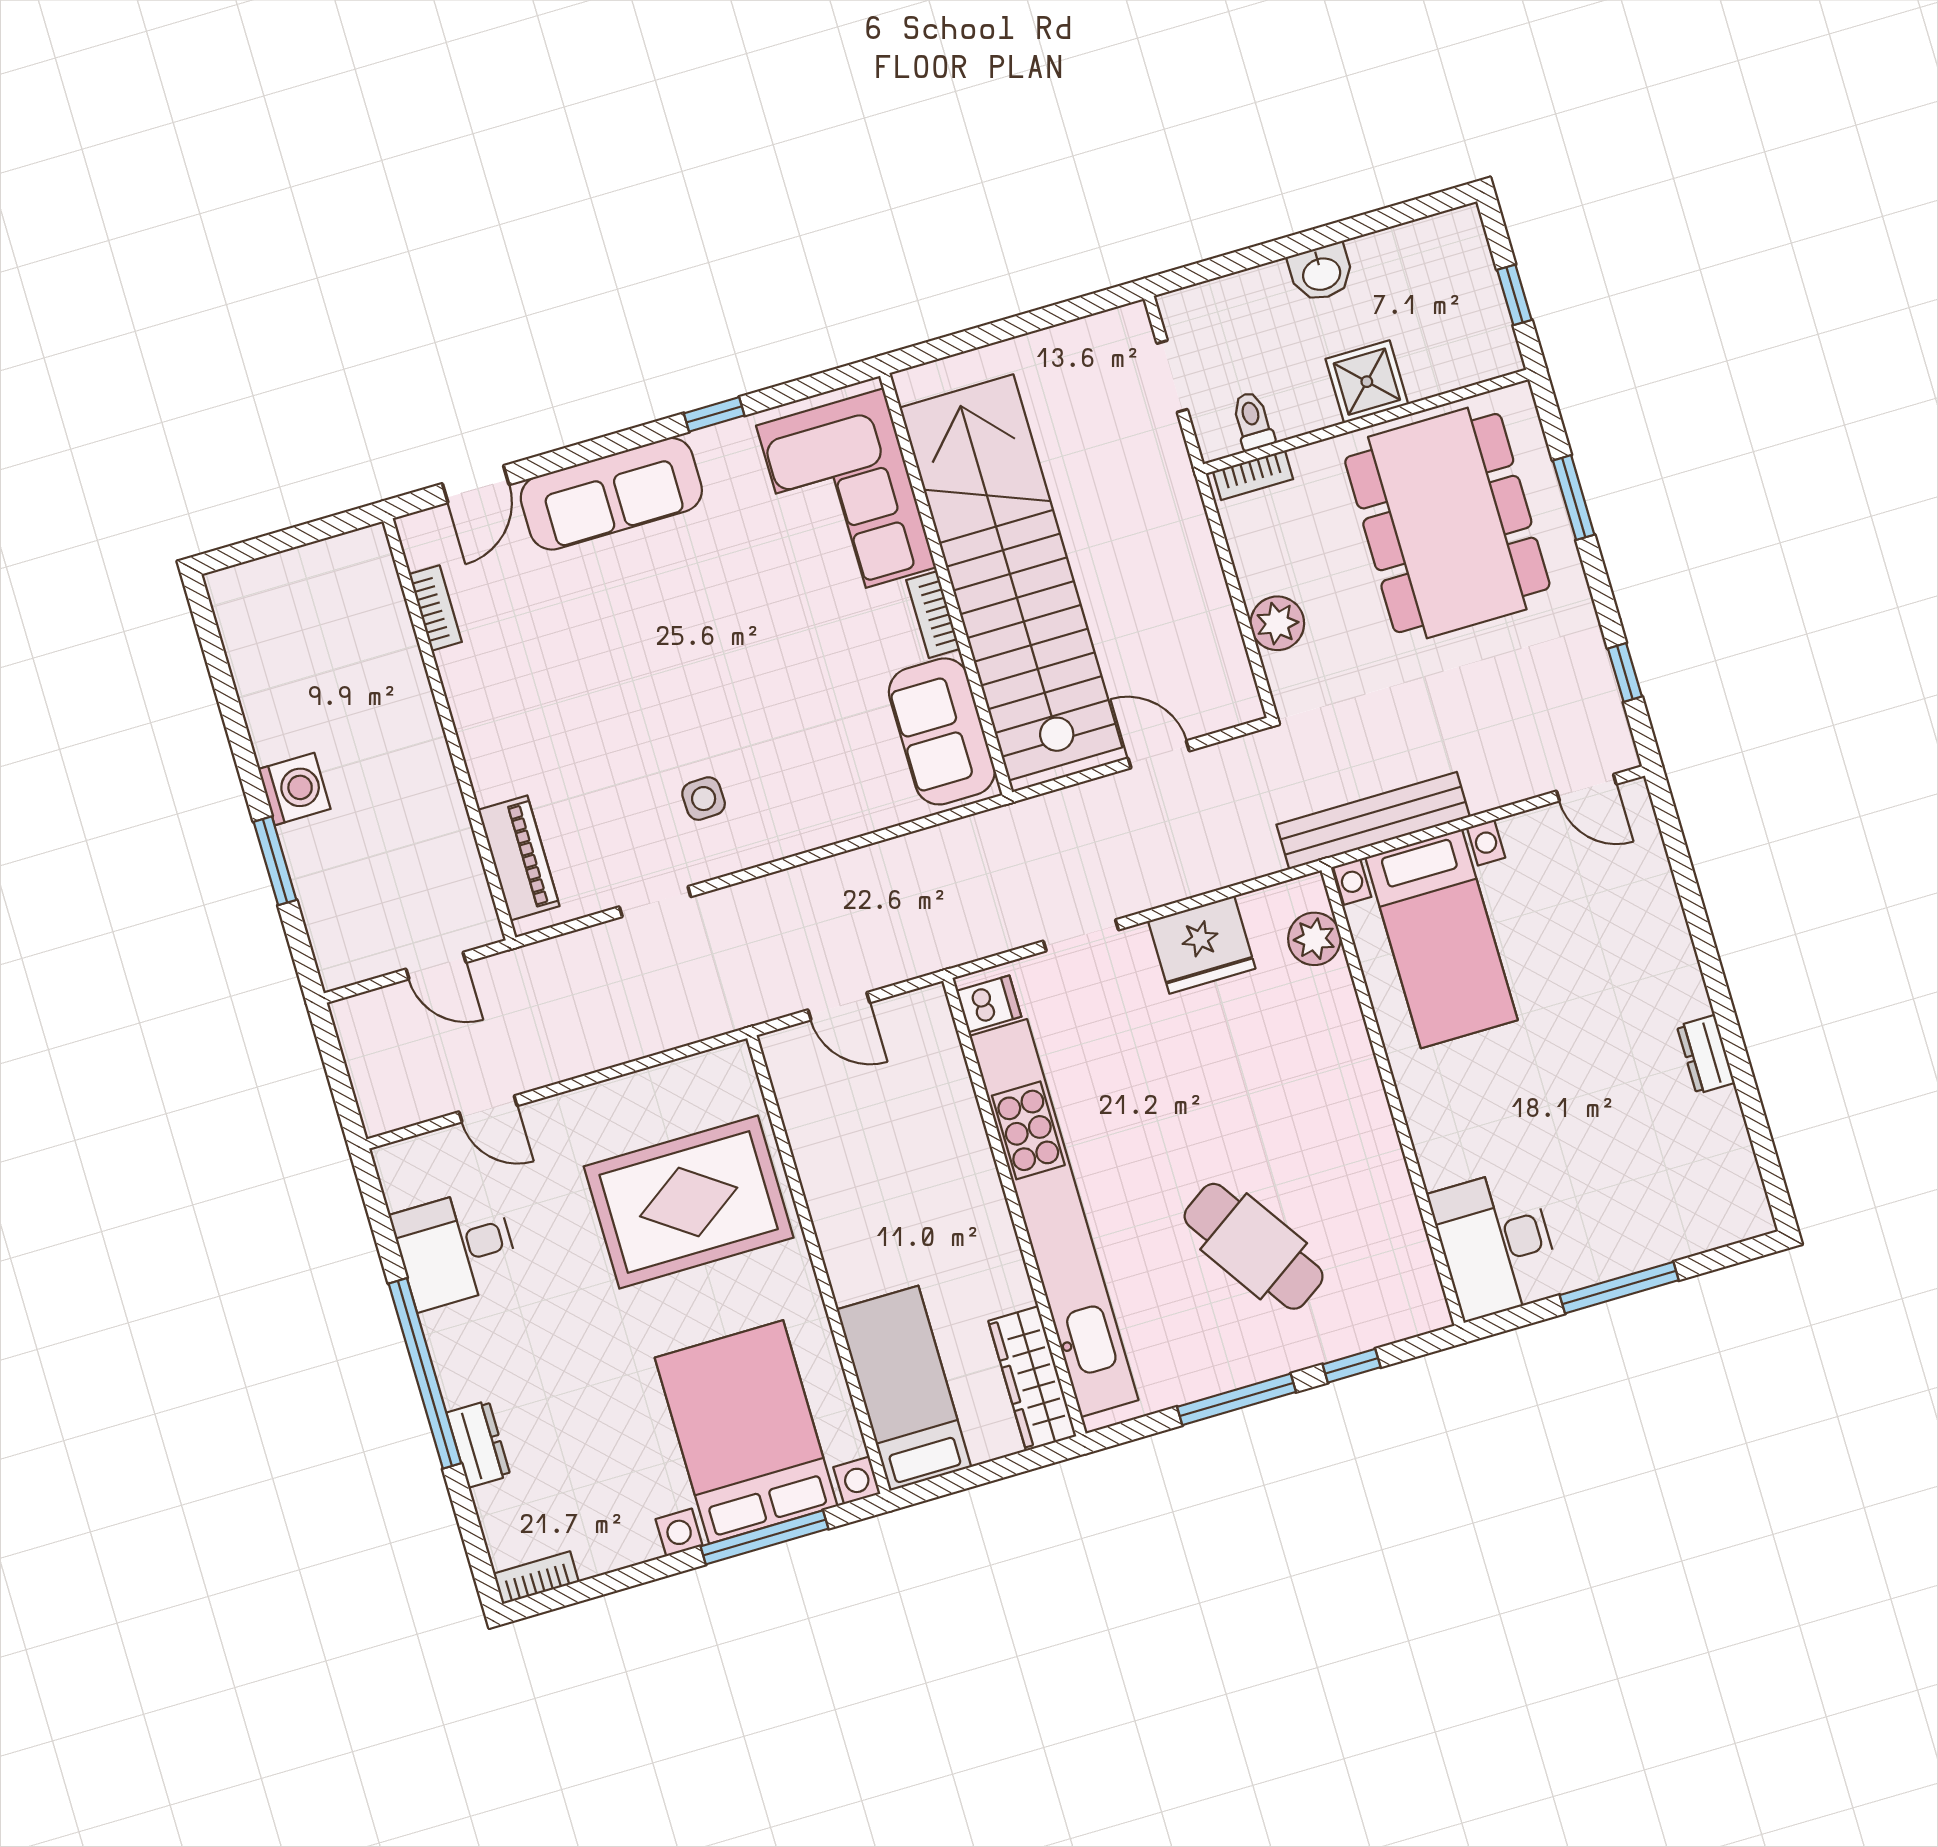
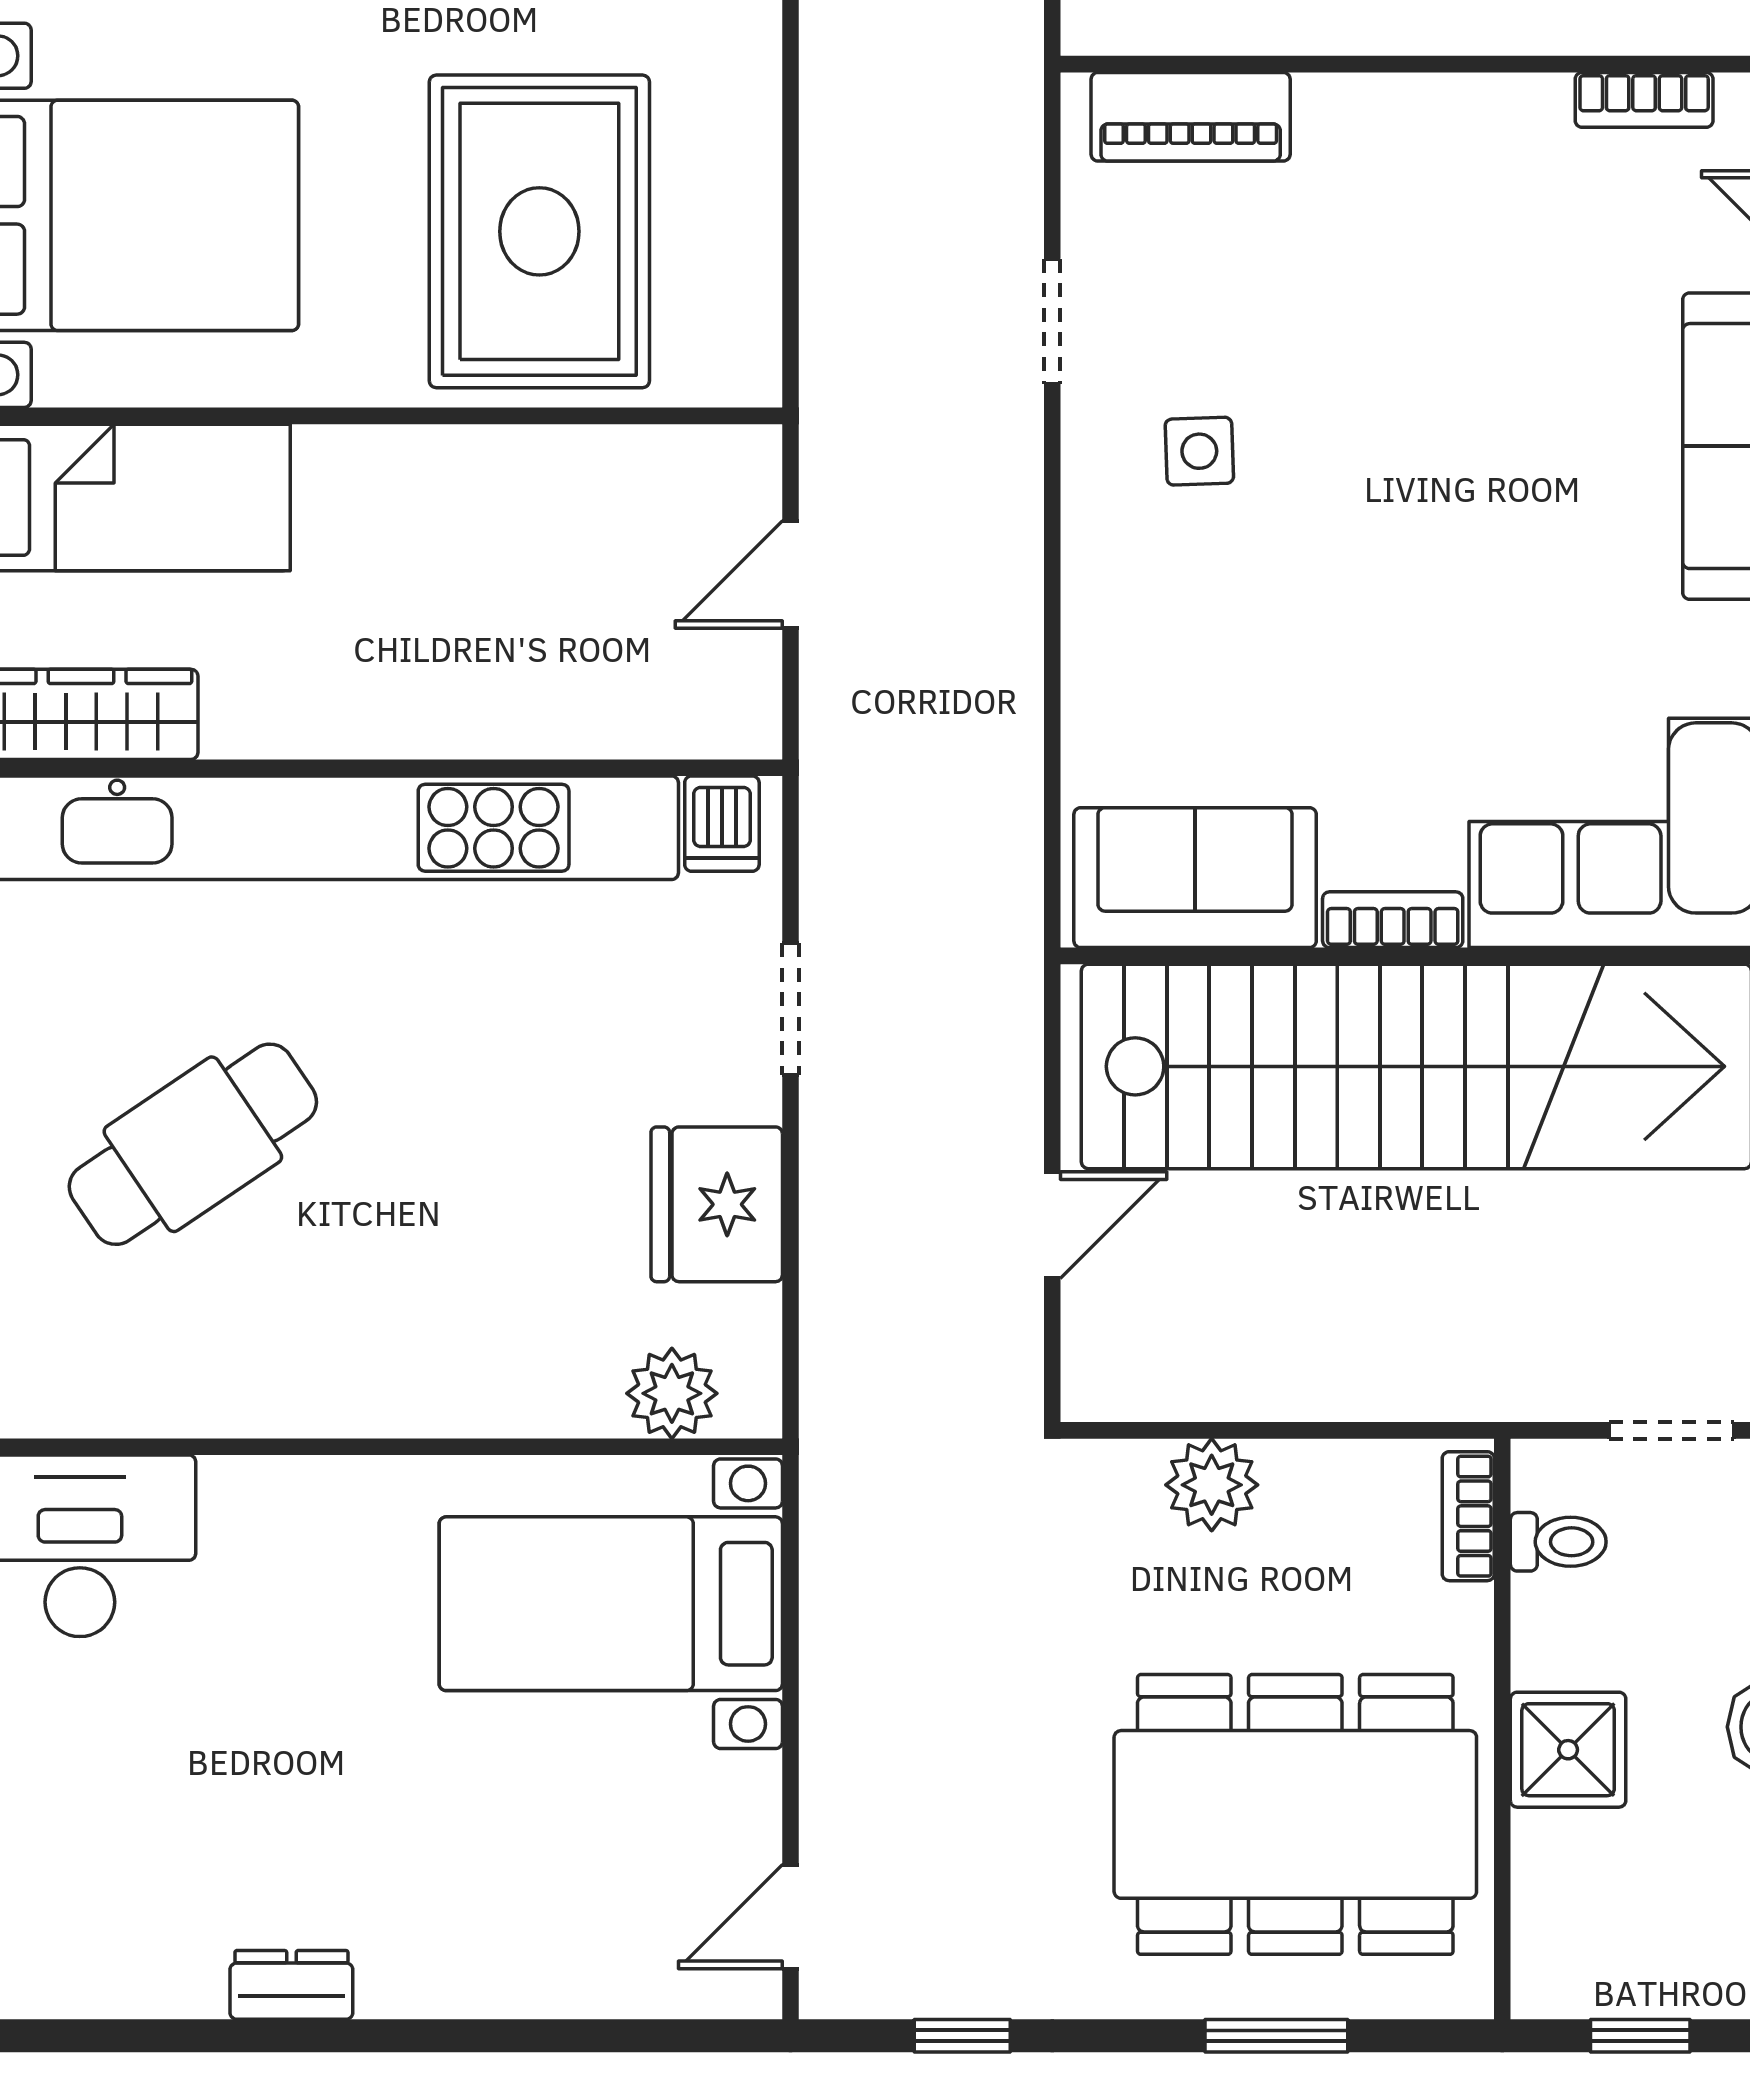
bench: (1373, 821) -> (839, 1548), removed

